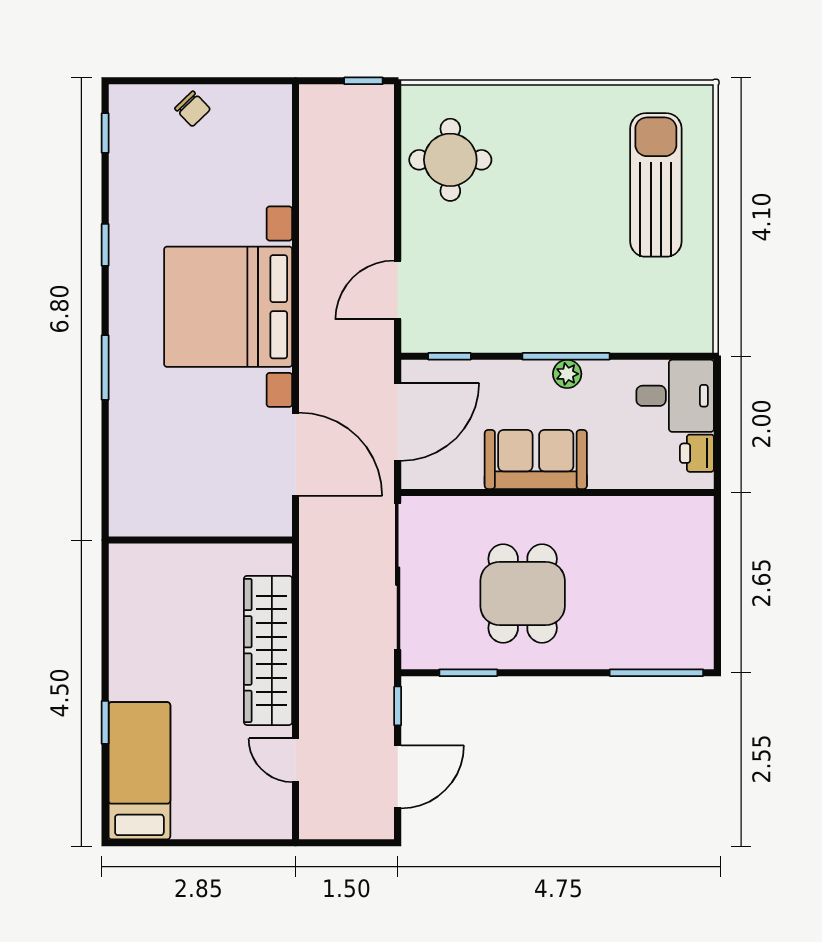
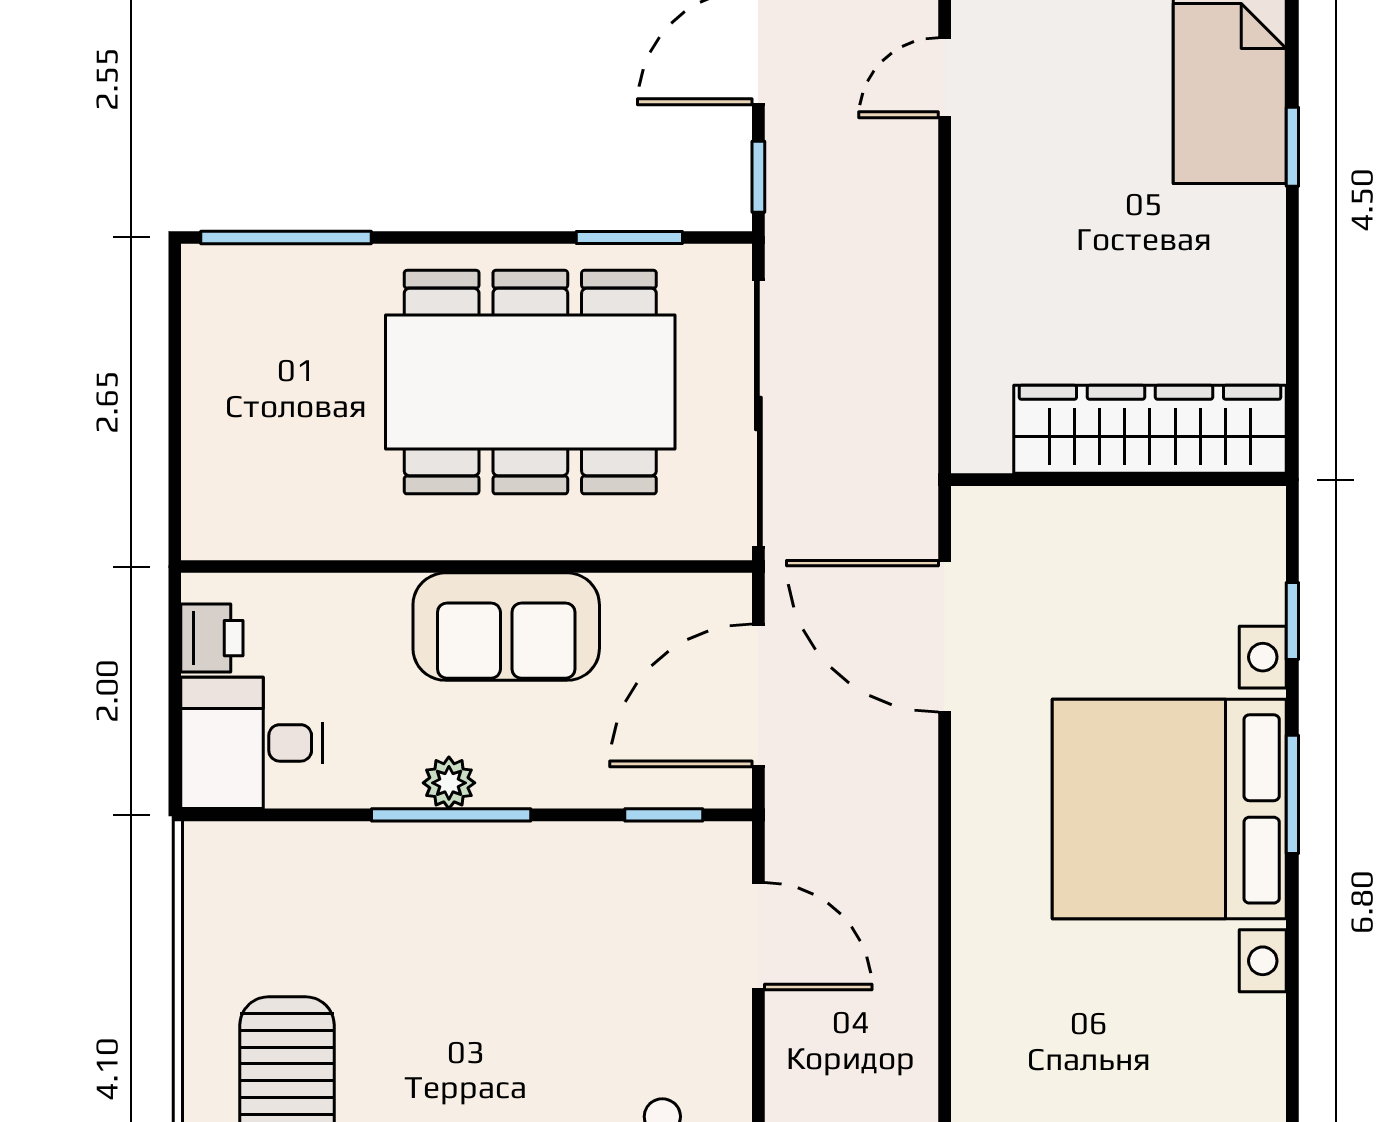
window: (105, 245) -> (1292, 621), moved
door: (398, 290) -> (758, 936), hinge flipped
bed with nightstands: (228, 307) -> (1169, 809), moved, turned 180
dining table: (523, 593) -> (530, 382), width x1.88, depth x1.24
wardrobe: (268, 650) -> (1150, 429), moved, turned -90
door: (296, 760) -> (945, 78), swing flipped

